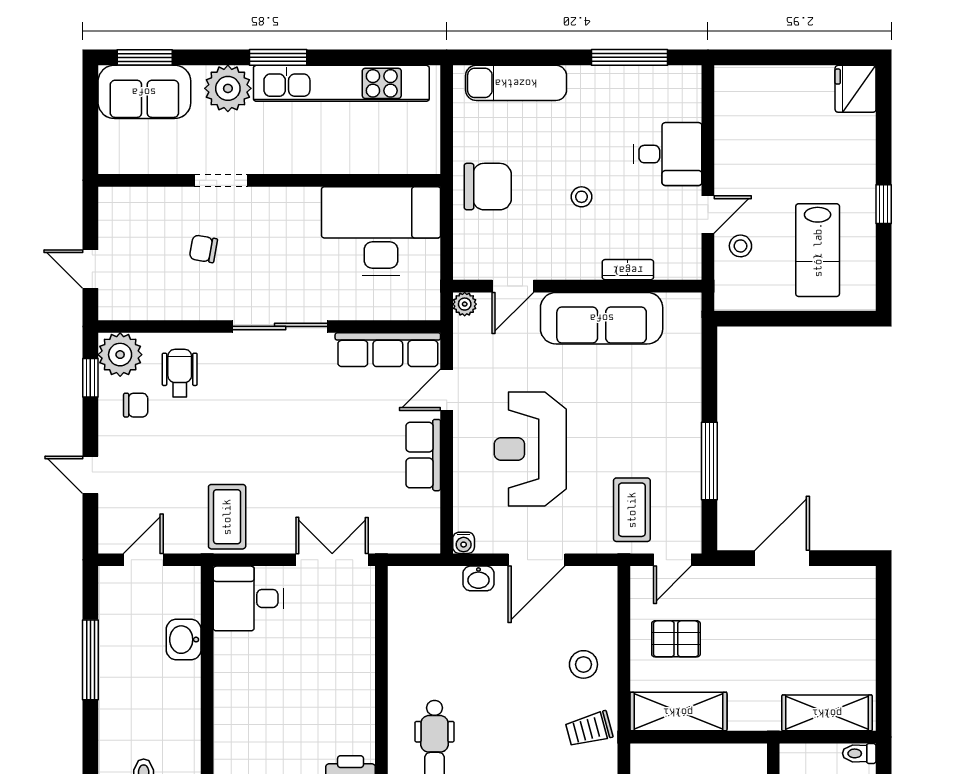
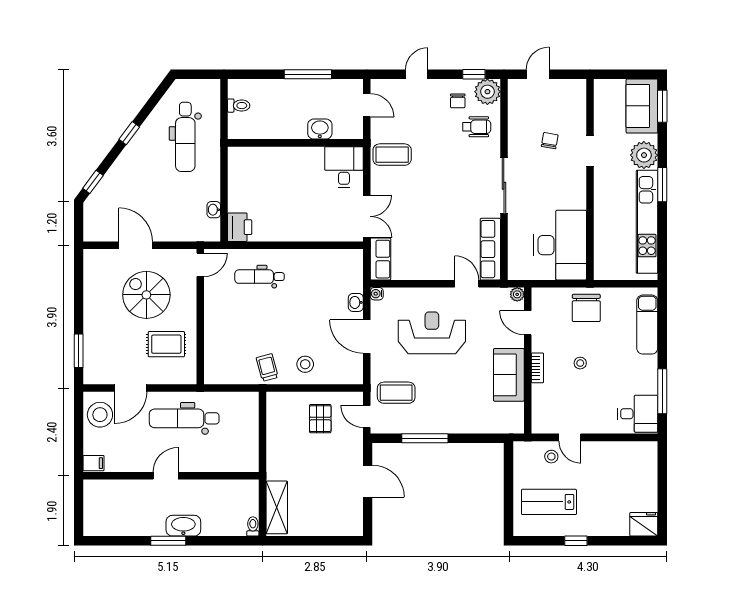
desk: (668, 154) -> (638, 414), moved, turned -90
bookcase: (628, 270) -> (537, 368), moved
sofa: (602, 318) -> (509, 375), width x0.73
row of seats: (423, 455) -> (380, 259), moved, turned 90
shelving: (678, 712) -> (278, 420), removed

